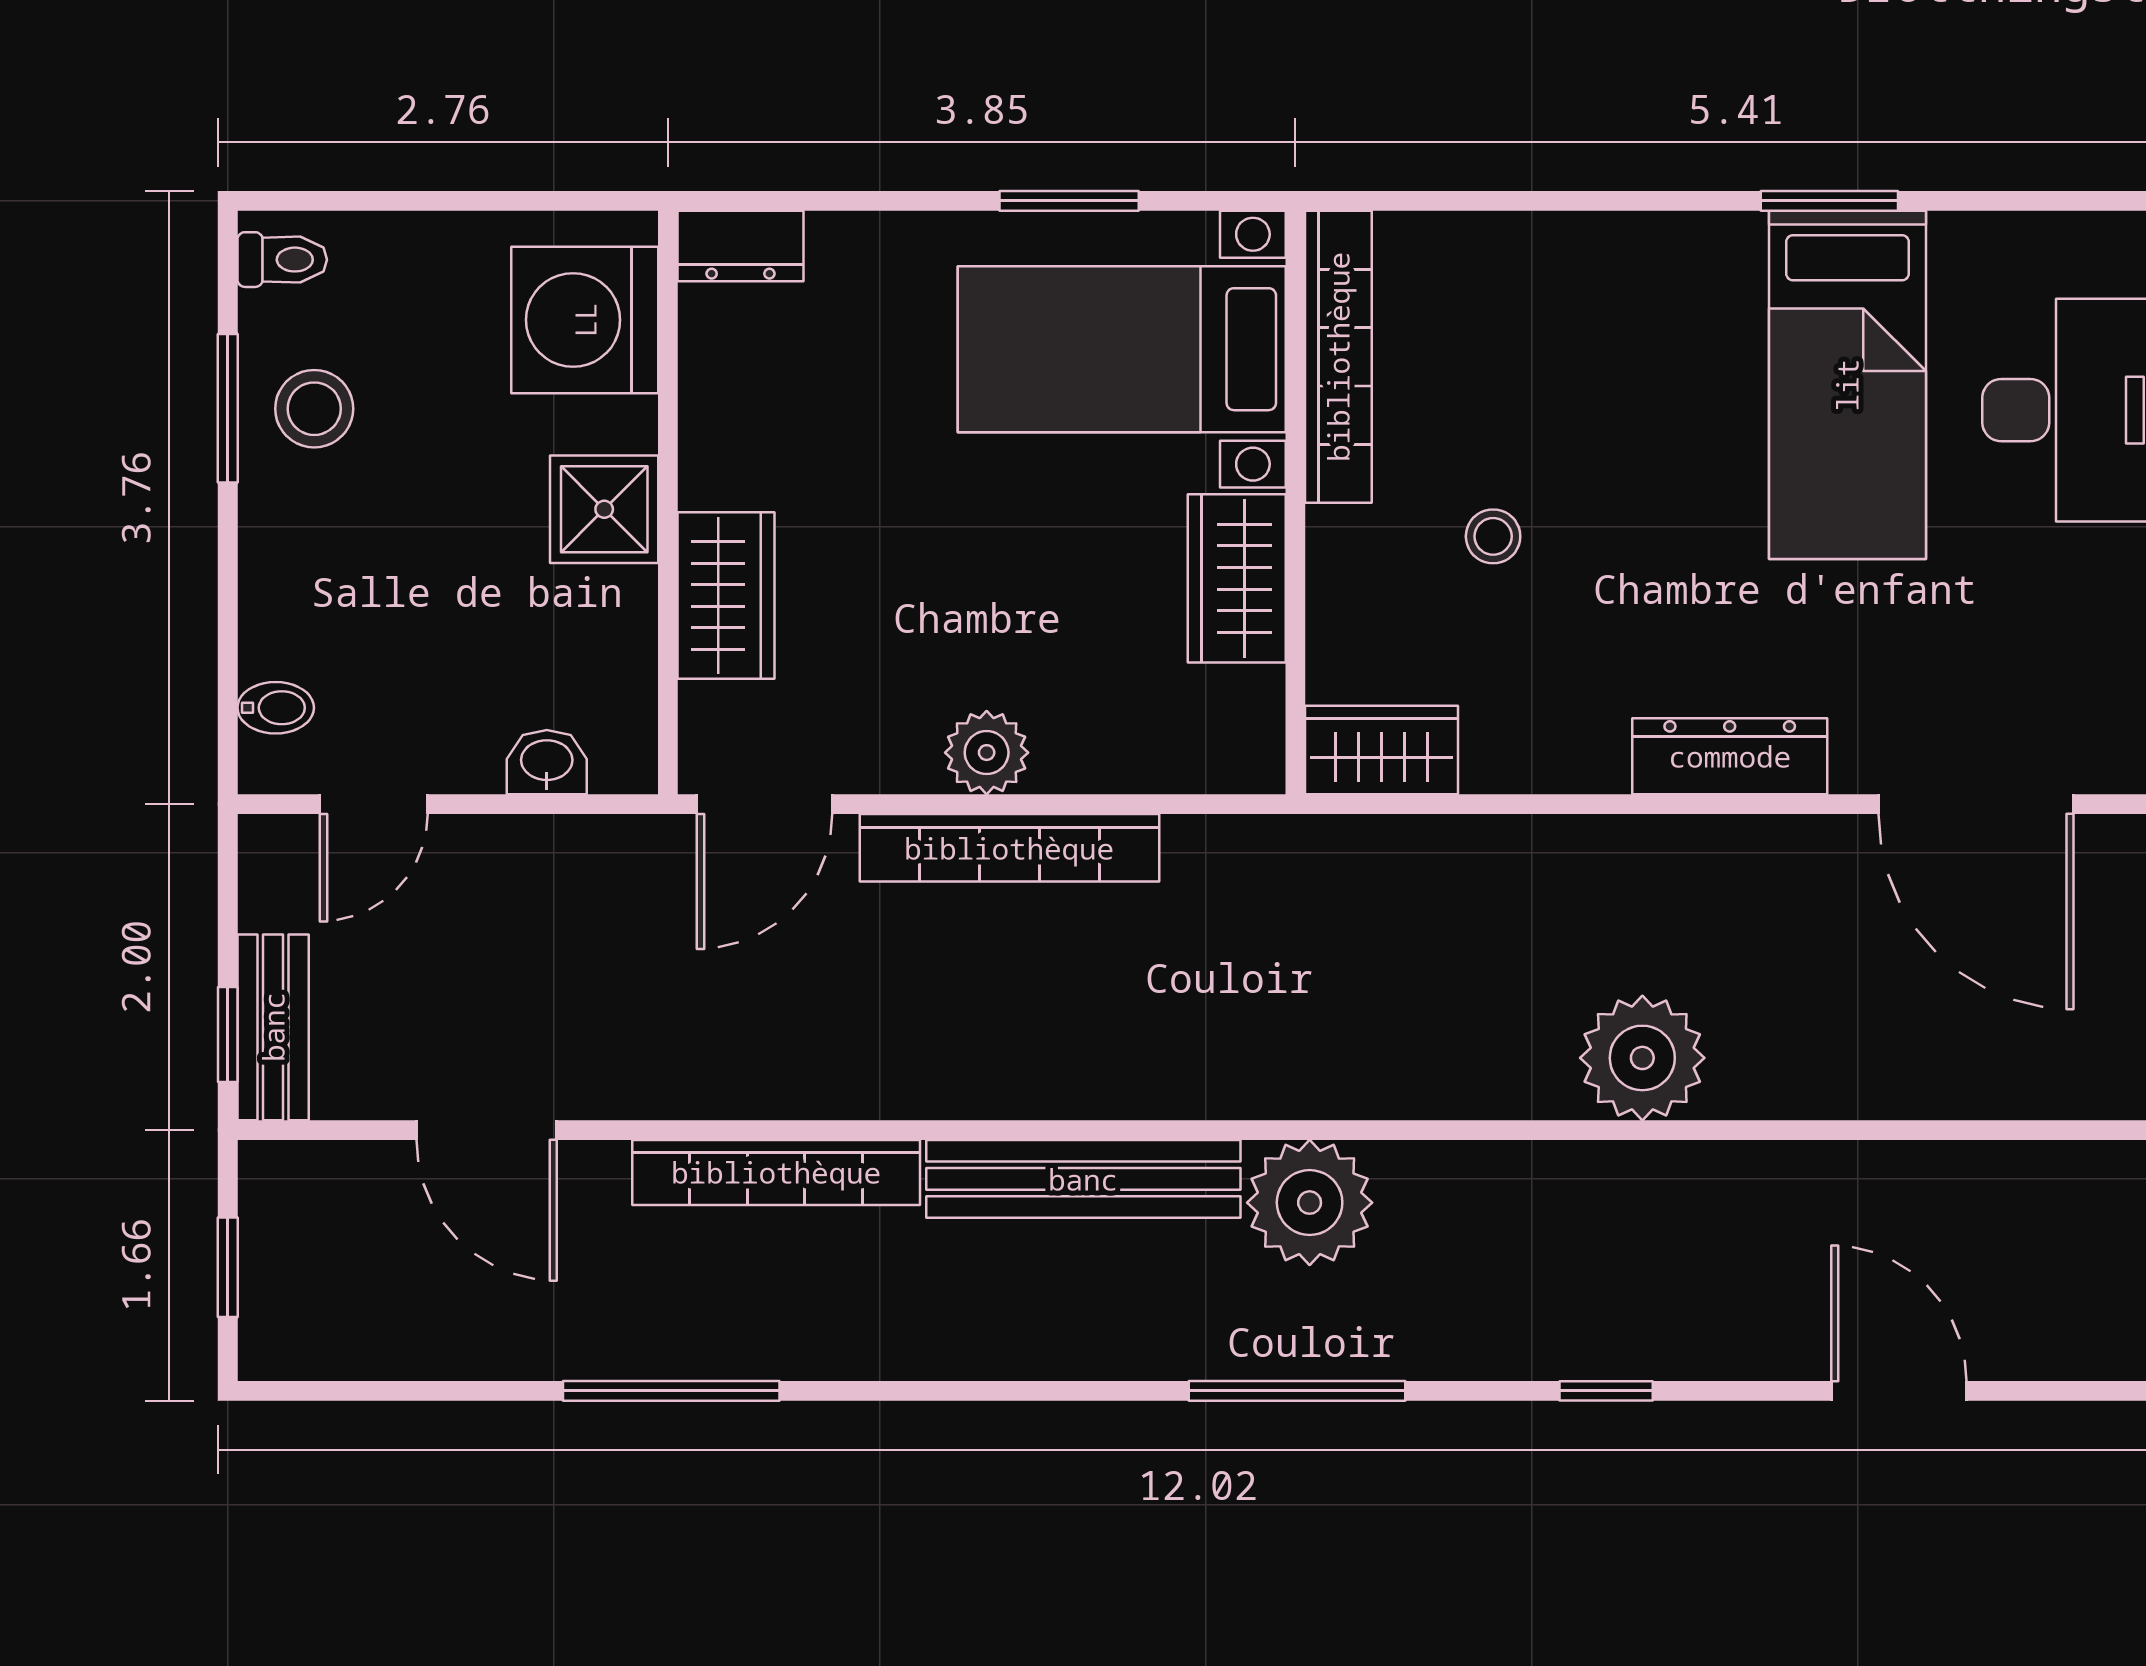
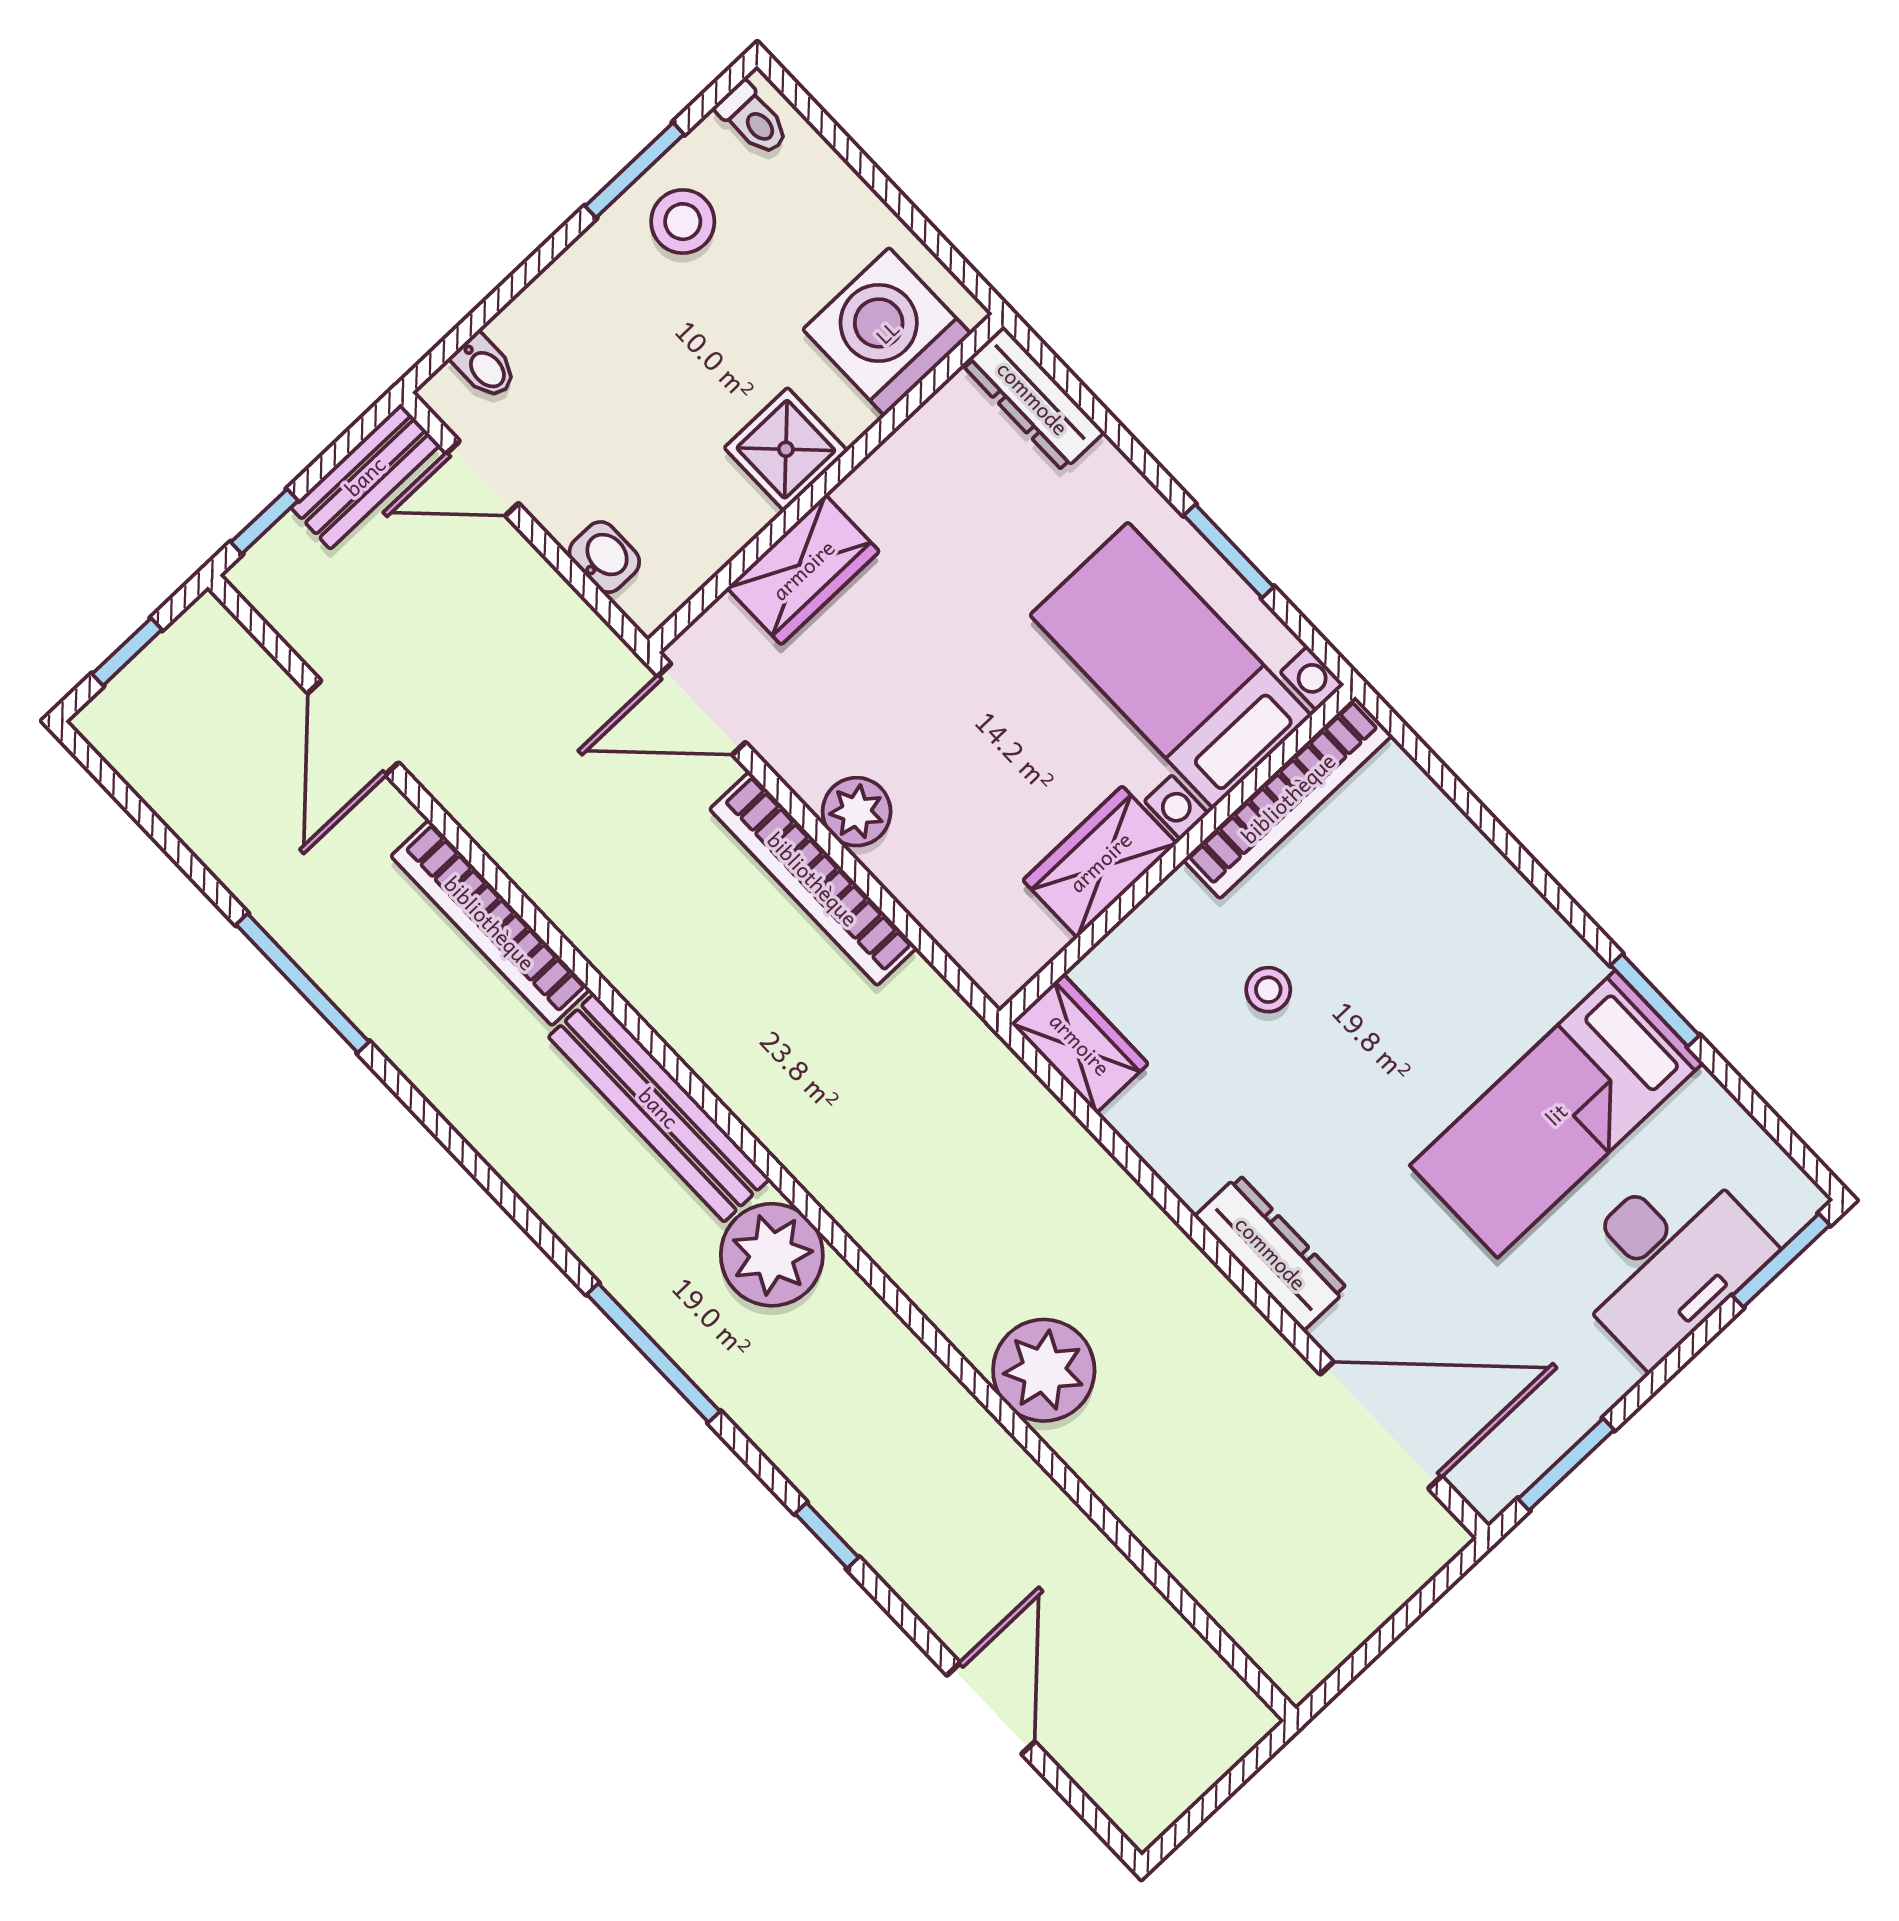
dresser: (741, 246) -> (1033, 398), width x1.44
door: (1976, 804) -> (1381, 1425), swing flipped
bench: (273, 1027) -> (365, 476), moved

